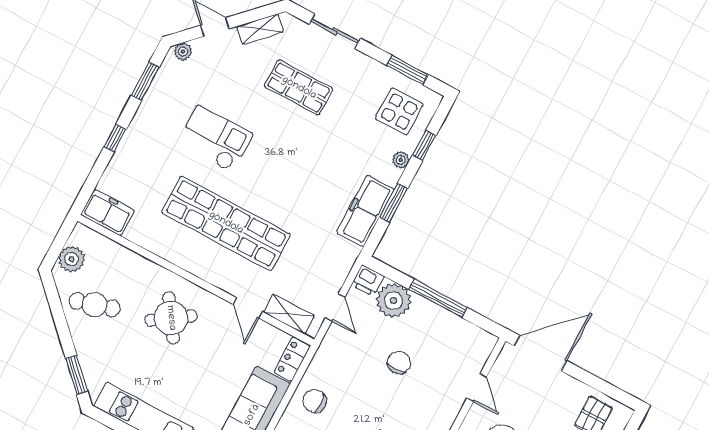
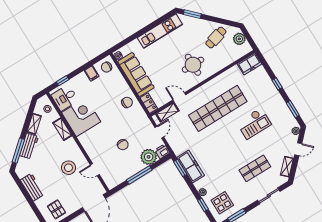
window: (394, 203) -> (180, 168), moved
door: (335, 308) -> (159, 132), swing flipped
round table: (171, 318) -> (193, 65), turned 34

